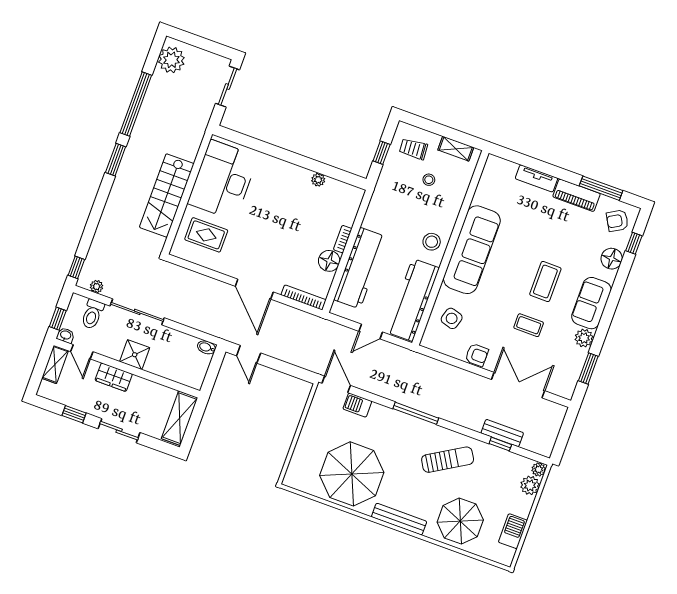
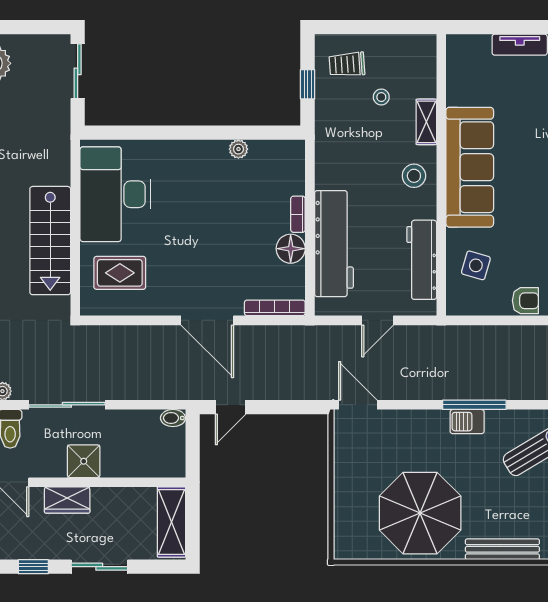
shelving: (456, 149) -> (426, 122), moved, turned 90
workbench: (413, 300) -> (422, 260), width x0.73, depth x0.76
door: (249, 354) -> (231, 407), hinge flipped
barbecue: (357, 405) -> (467, 422), moved

